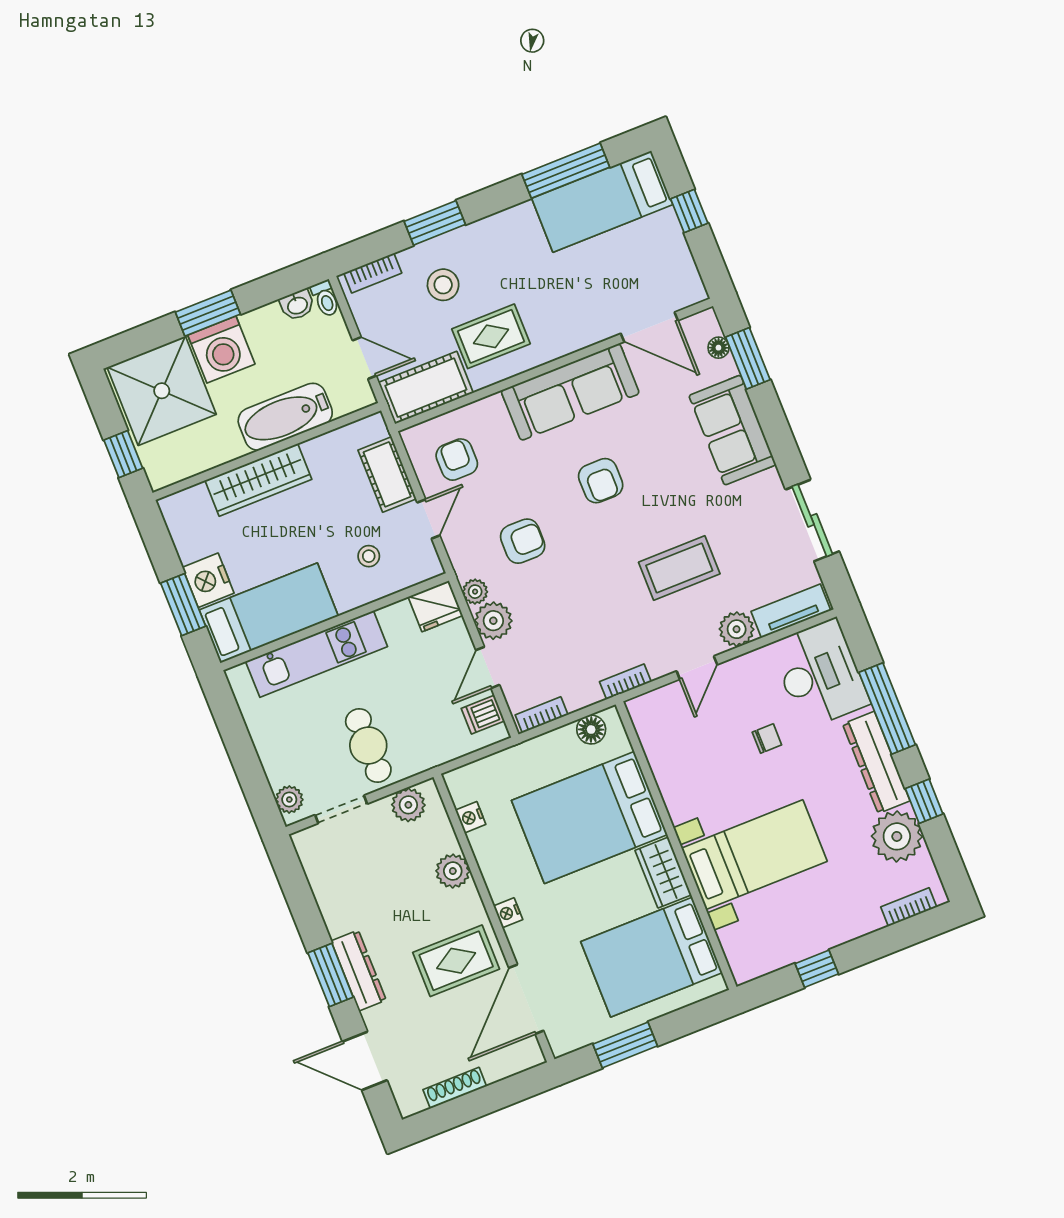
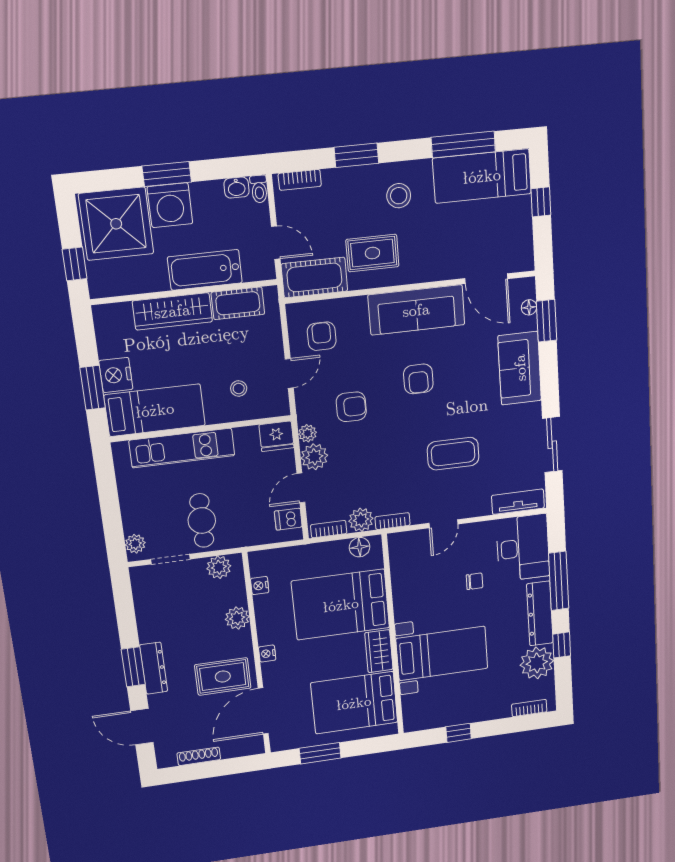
stool: (443, 285) -> (399, 196), moved
cot: (387, 474) -> (238, 303), moved, turned 90
plant: (737, 629) -> (361, 520), moved

